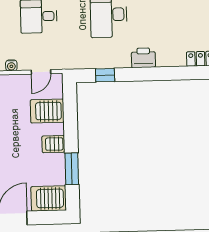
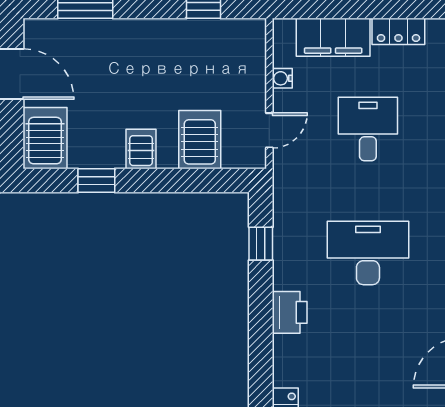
door: (41, 72) -> (269, 130), swing flipped
window: (72, 169) -> (96, 180), width x0.67

